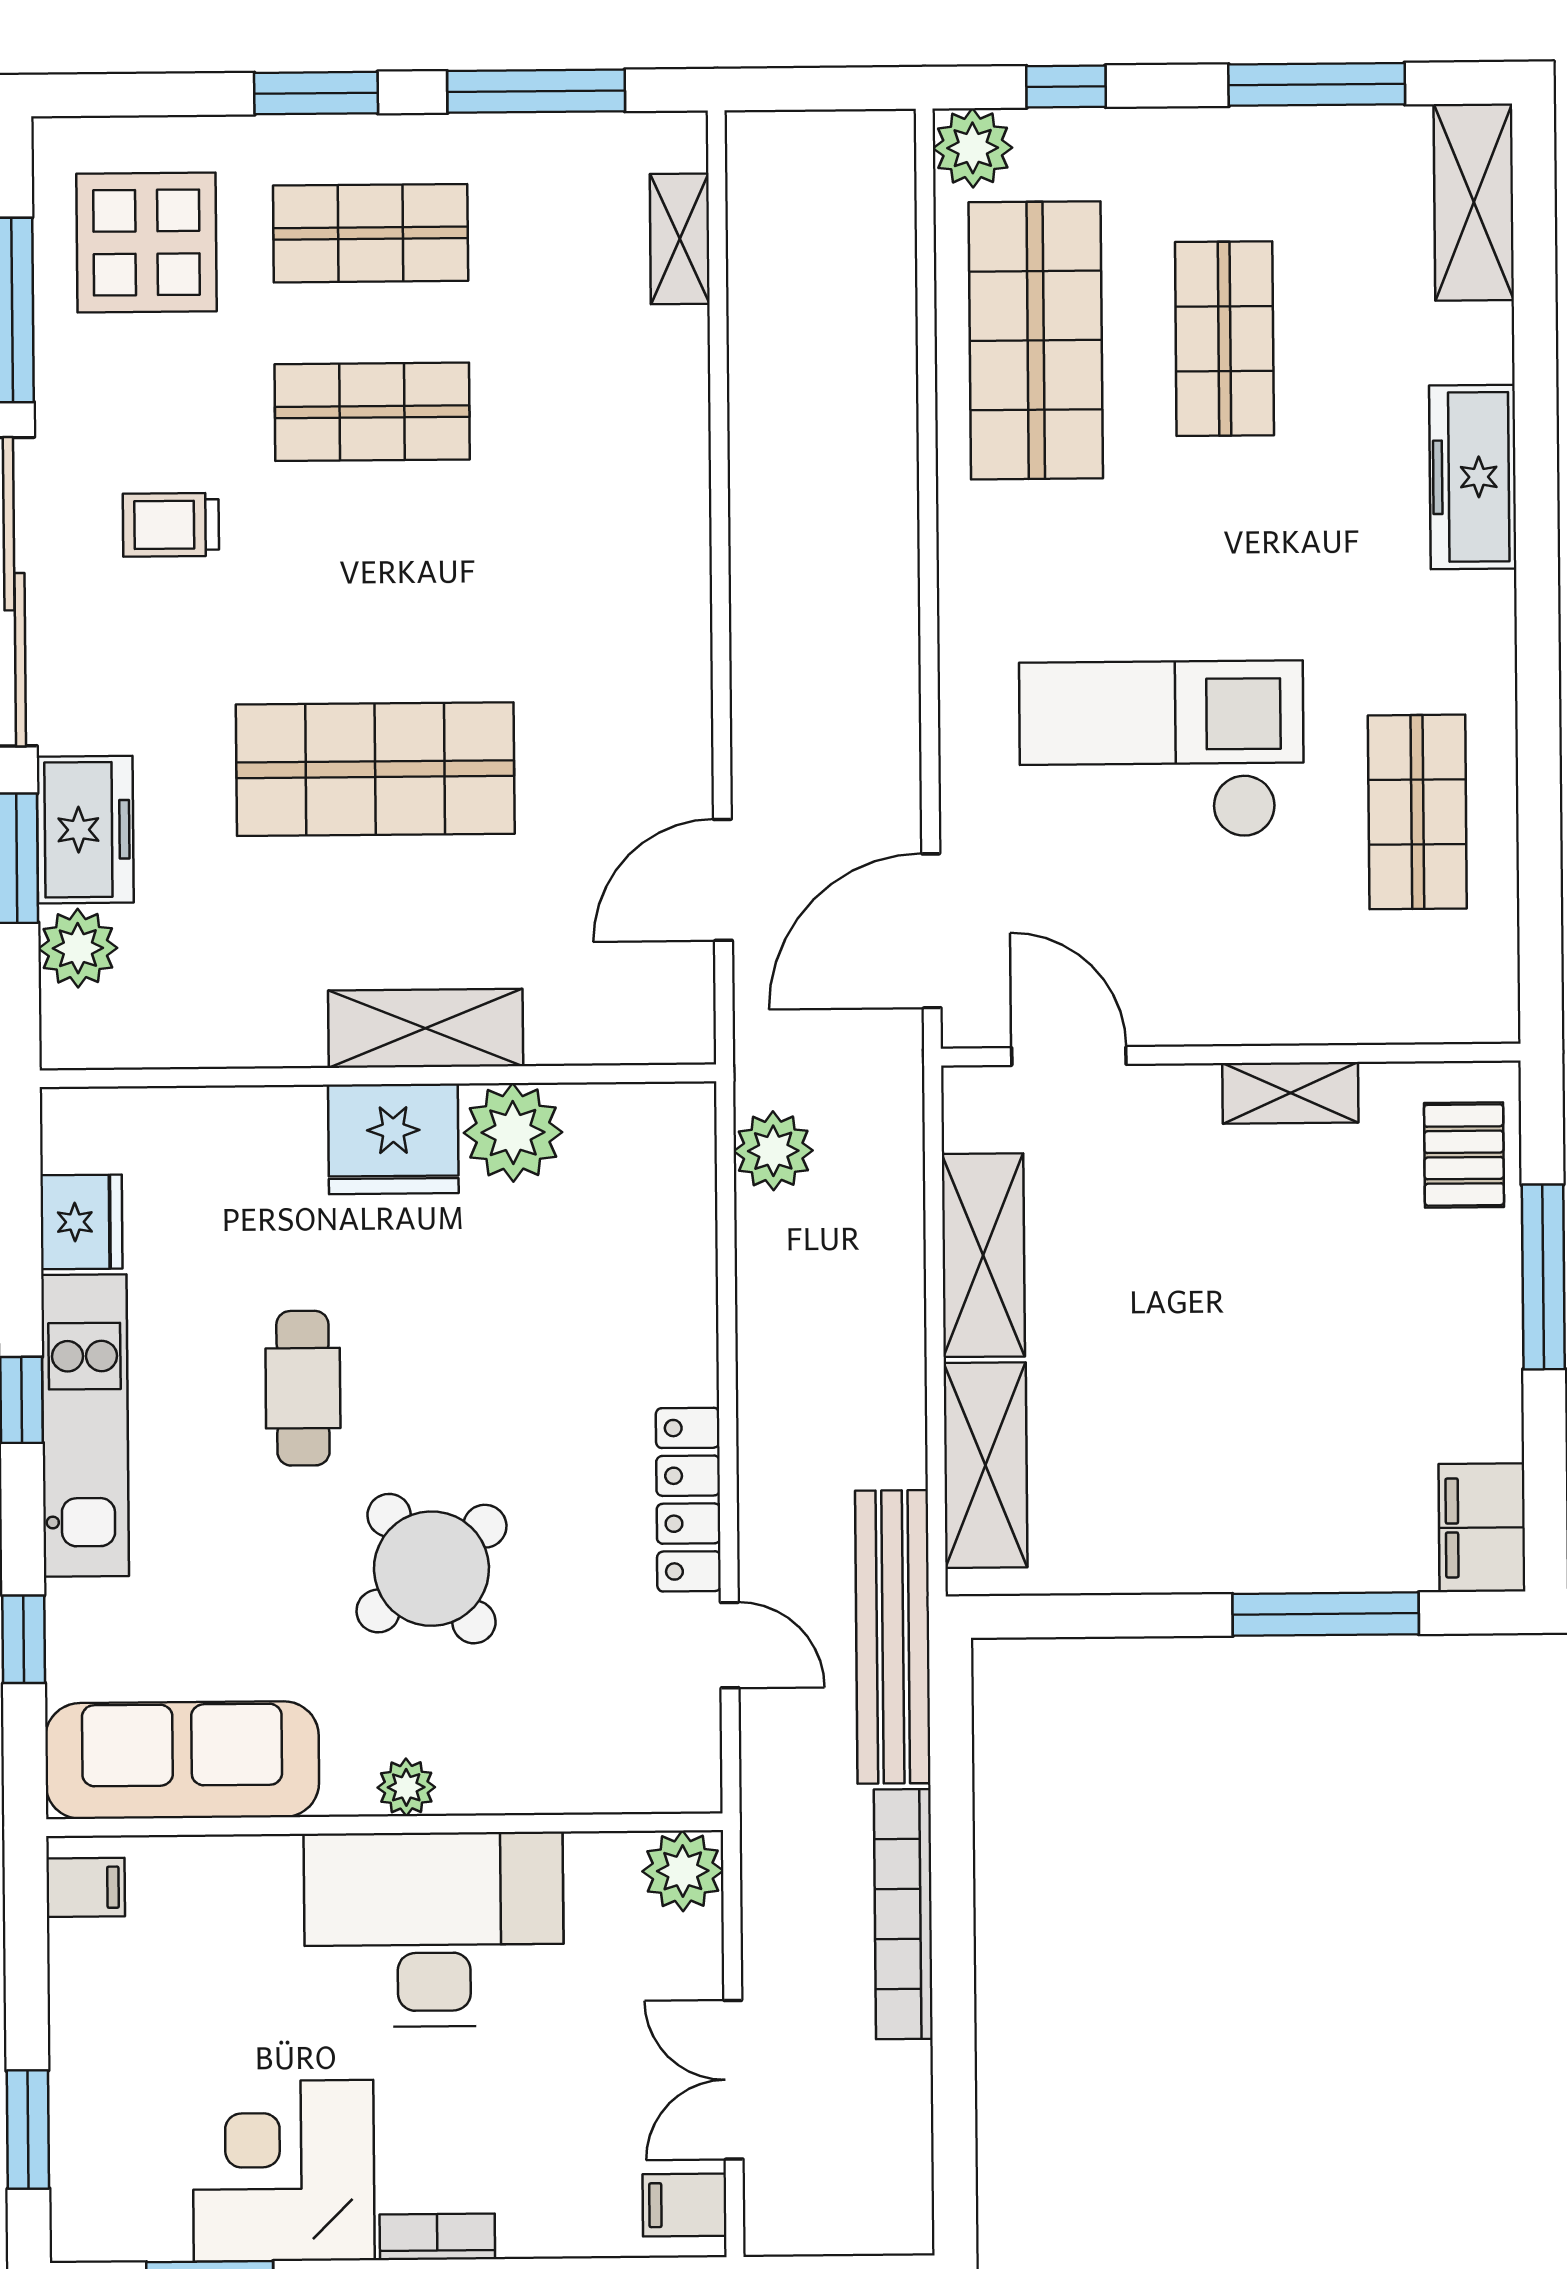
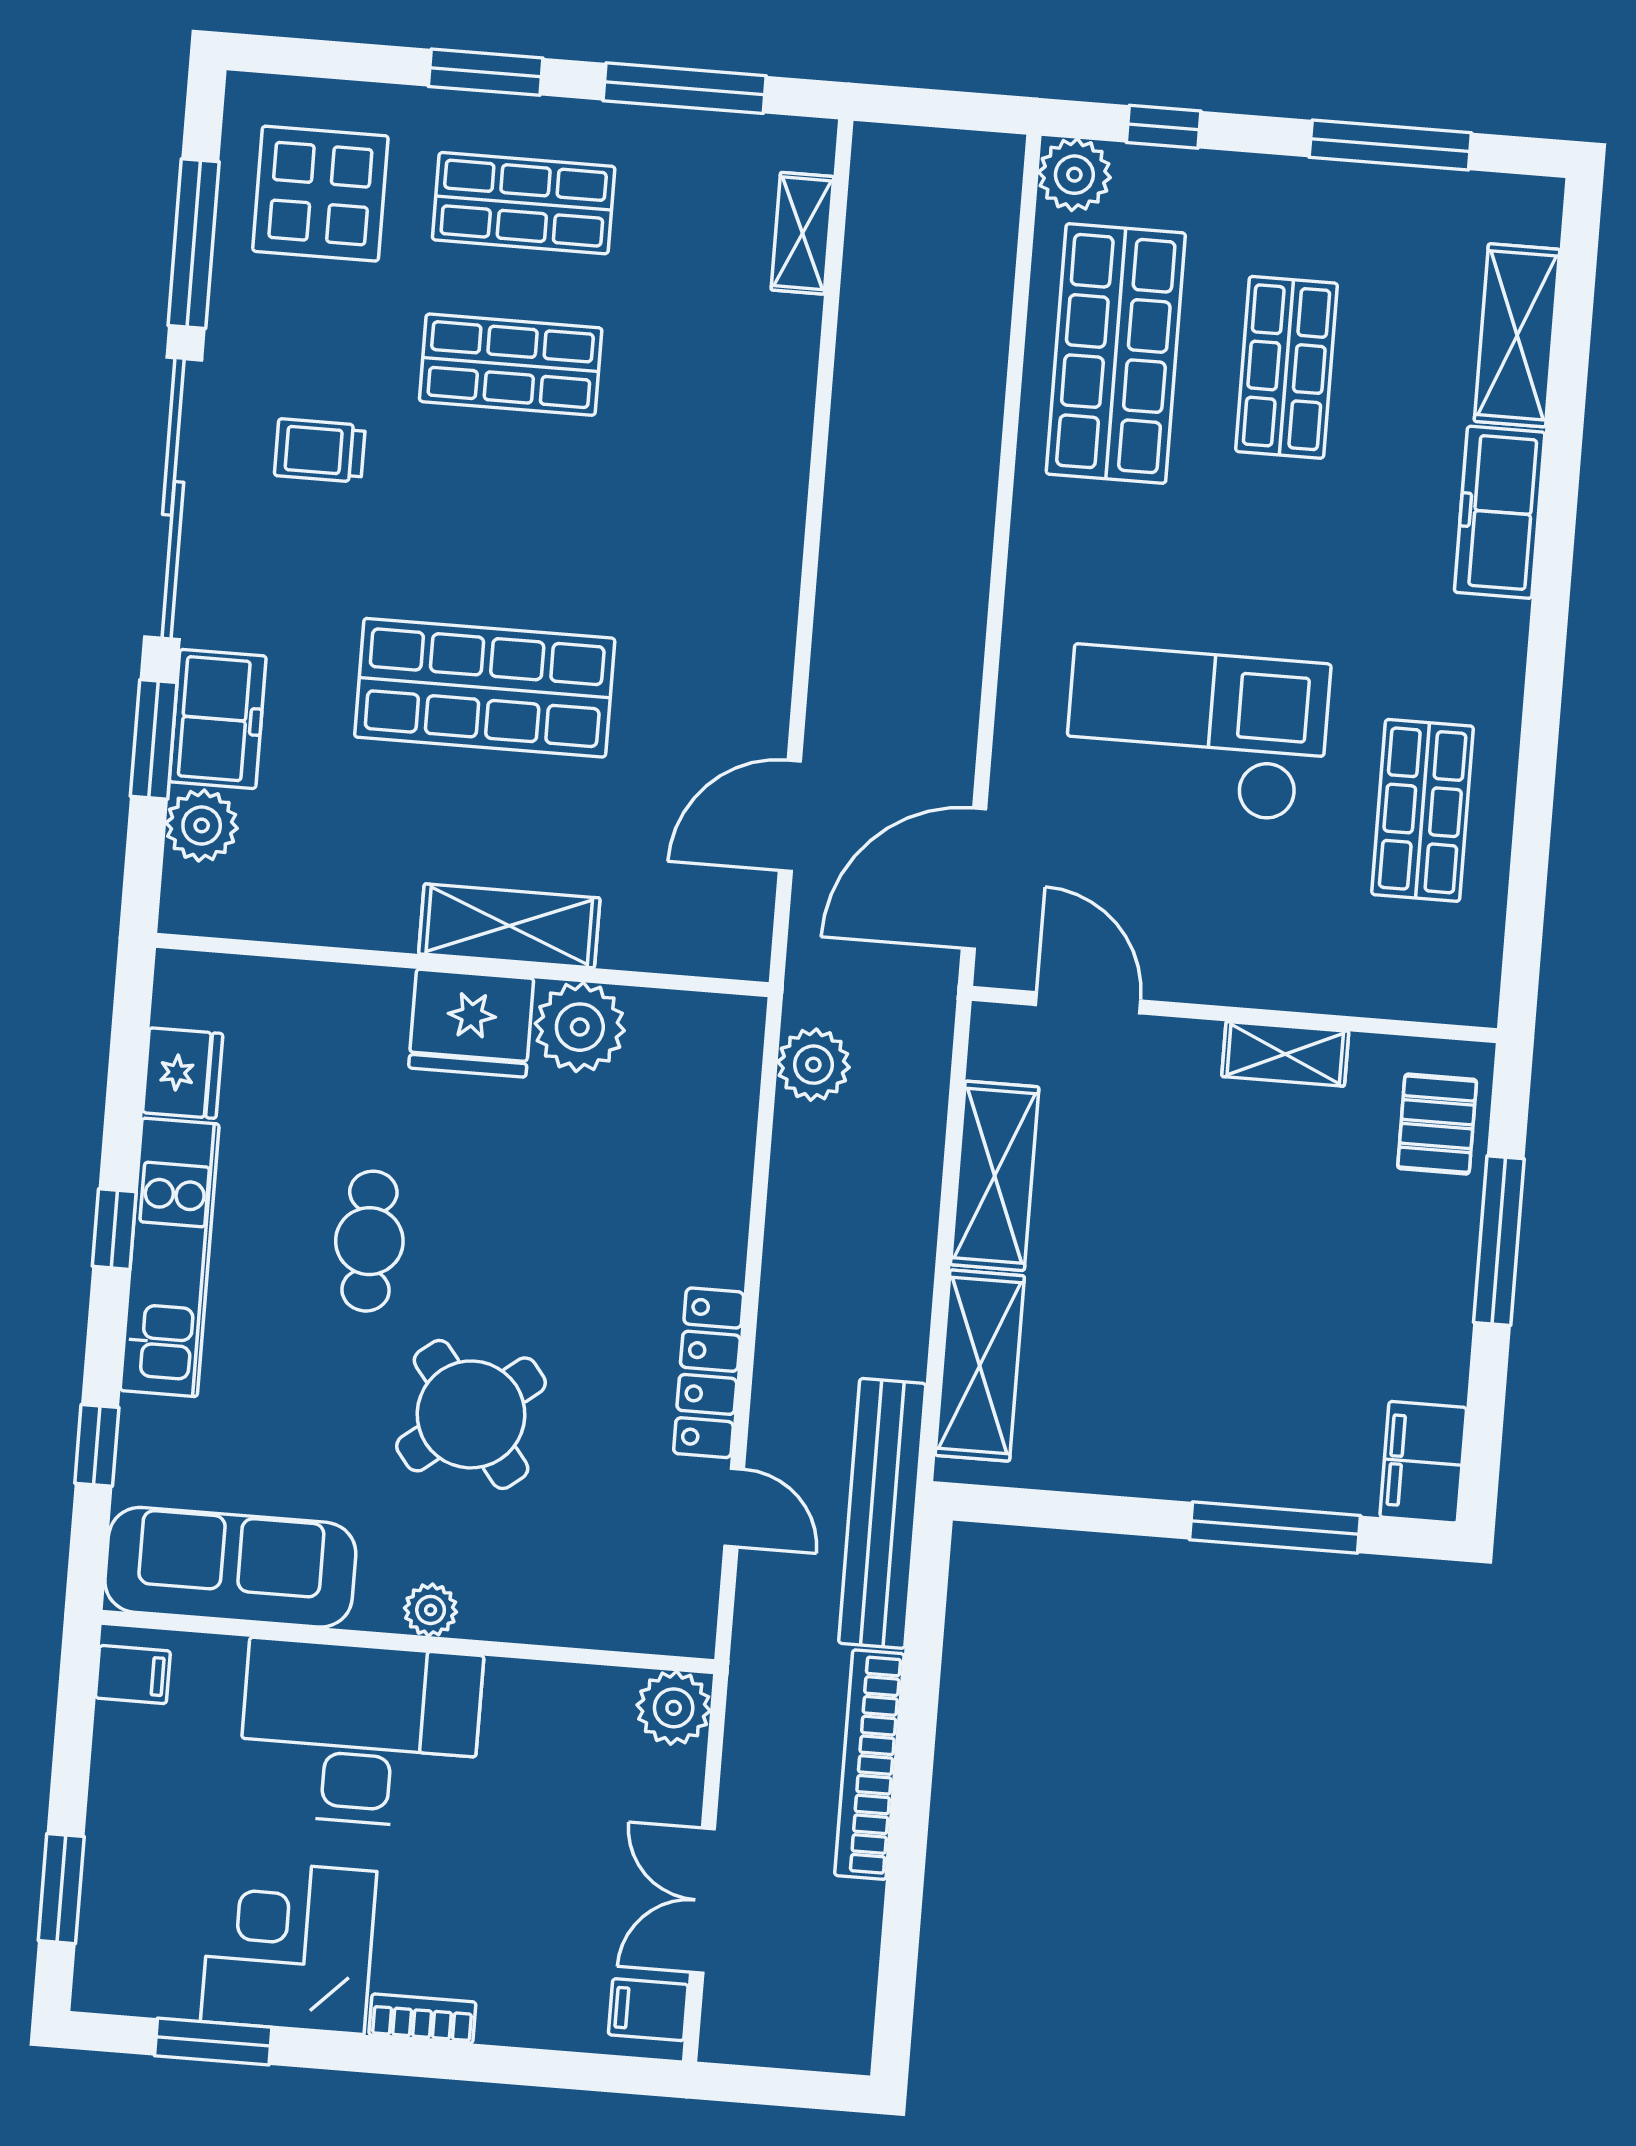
shelving: (1474, 202) -> (1517, 335), moved
desk: (434, 1929) -> (360, 1734), moved

